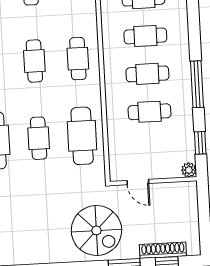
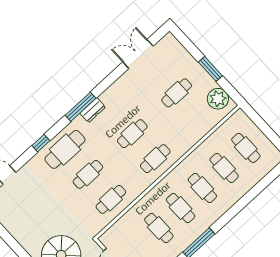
cafe table: (82, 136) -> (111, 199), width x0.73, depth x0.74

